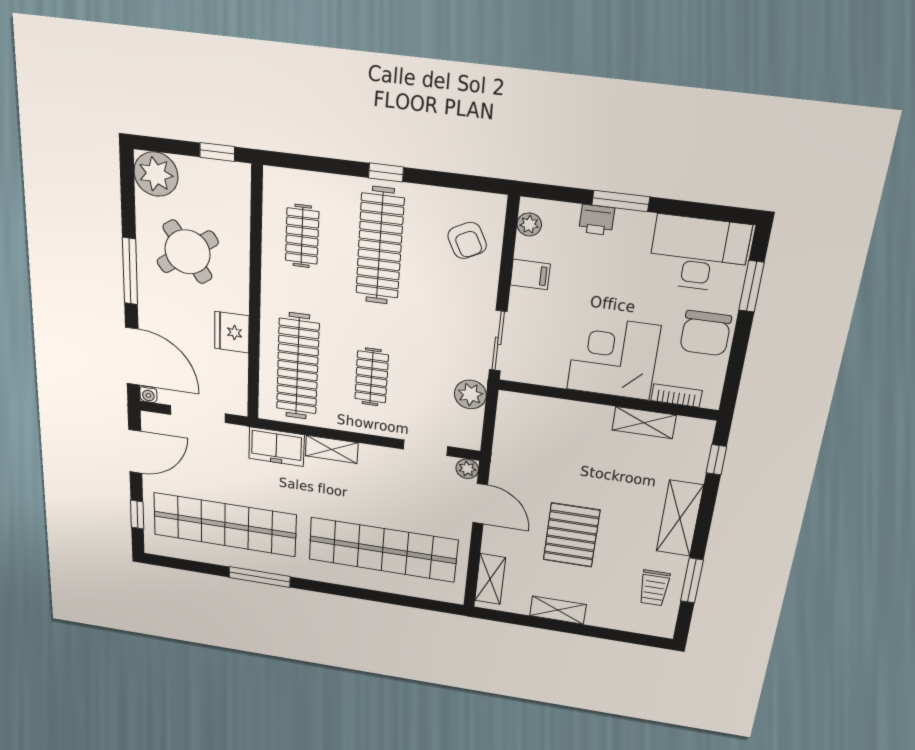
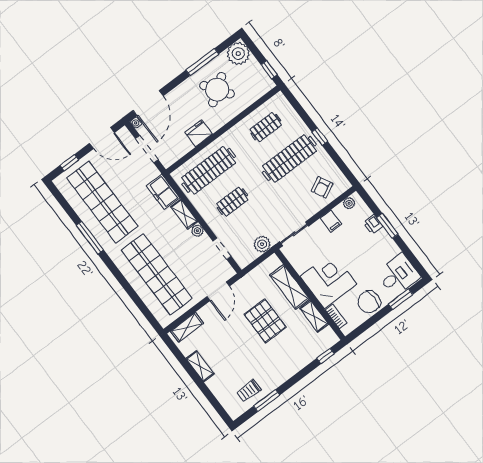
desk: (699, 254) -> (398, 275), width x0.73
window: (130, 271) -> (202, 62), moved
plant: (467, 469) -> (197, 231), moved
shelving: (680, 518) -> (290, 287), moved, turned 90
pallet: (571, 535) -> (265, 321), moved, turned 90

